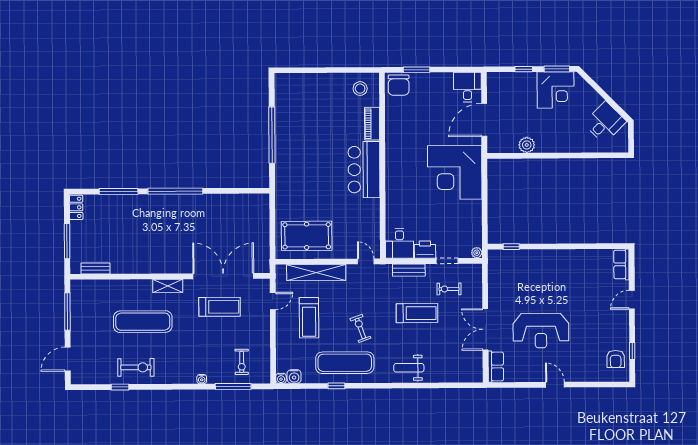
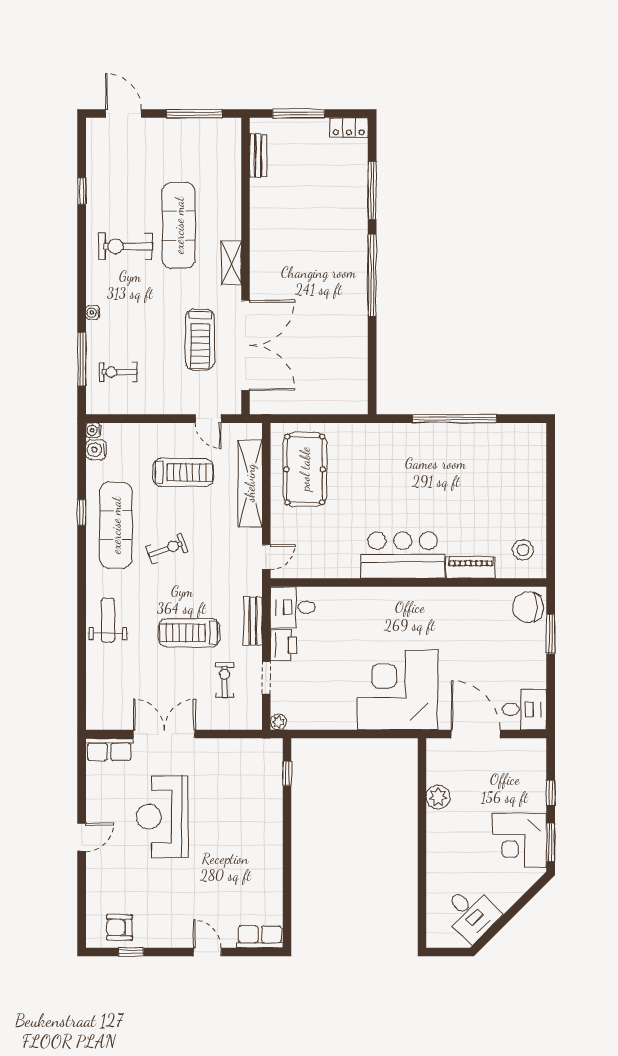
treadmill: (417, 313) -> (189, 633), turned 90
treadmill: (309, 318) -> (183, 472), turned 180
exercise bike: (136, 367) -> (125, 246), moved, turned 90

